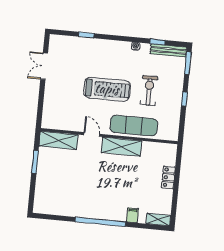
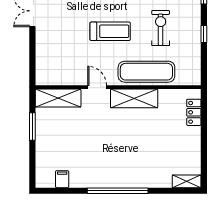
treadmill: (107, 89) -> (110, 31), width x0.73, depth x0.73
locker: (168, 177) -> (194, 112), moved
filing cabinet: (132, 215) -> (62, 179), moved

